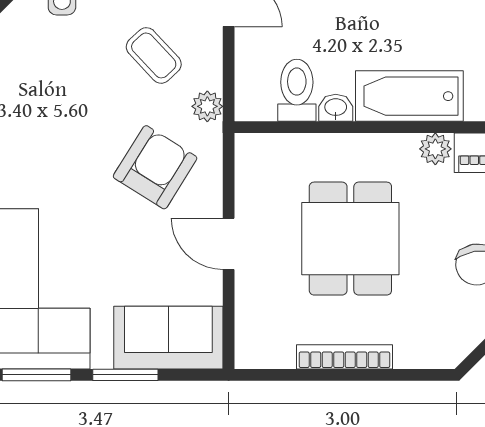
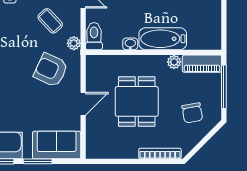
toilet: (297, 90) -> (94, 36), moved
armchair: (155, 167) -> (51, 70), turned -97
door: (229, 244) -> (83, 104), swing flipped
bookcase: (344, 357) -> (160, 153), moved

